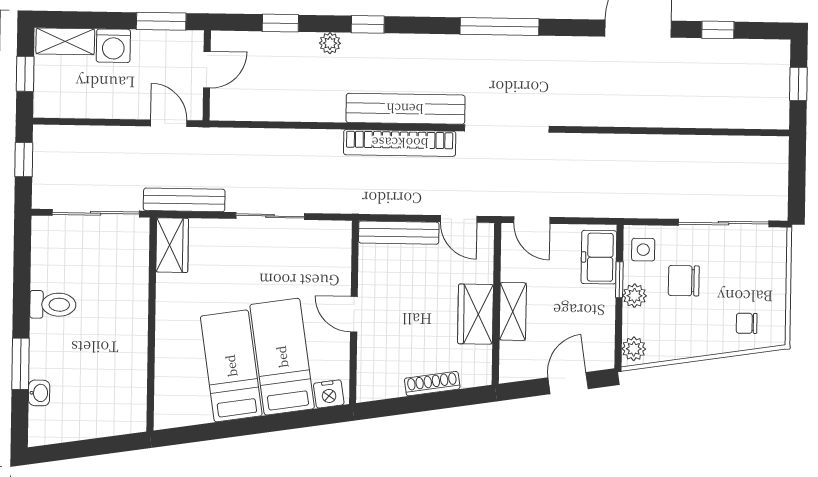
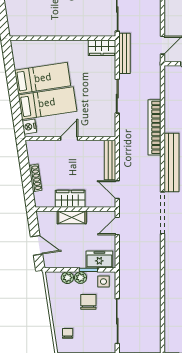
bookcase: (400, 143) -> (154, 127), moved
door: (459, 219) -> (117, 190), hinge flipped
plant: (634, 349) -> (67, 278), moved

